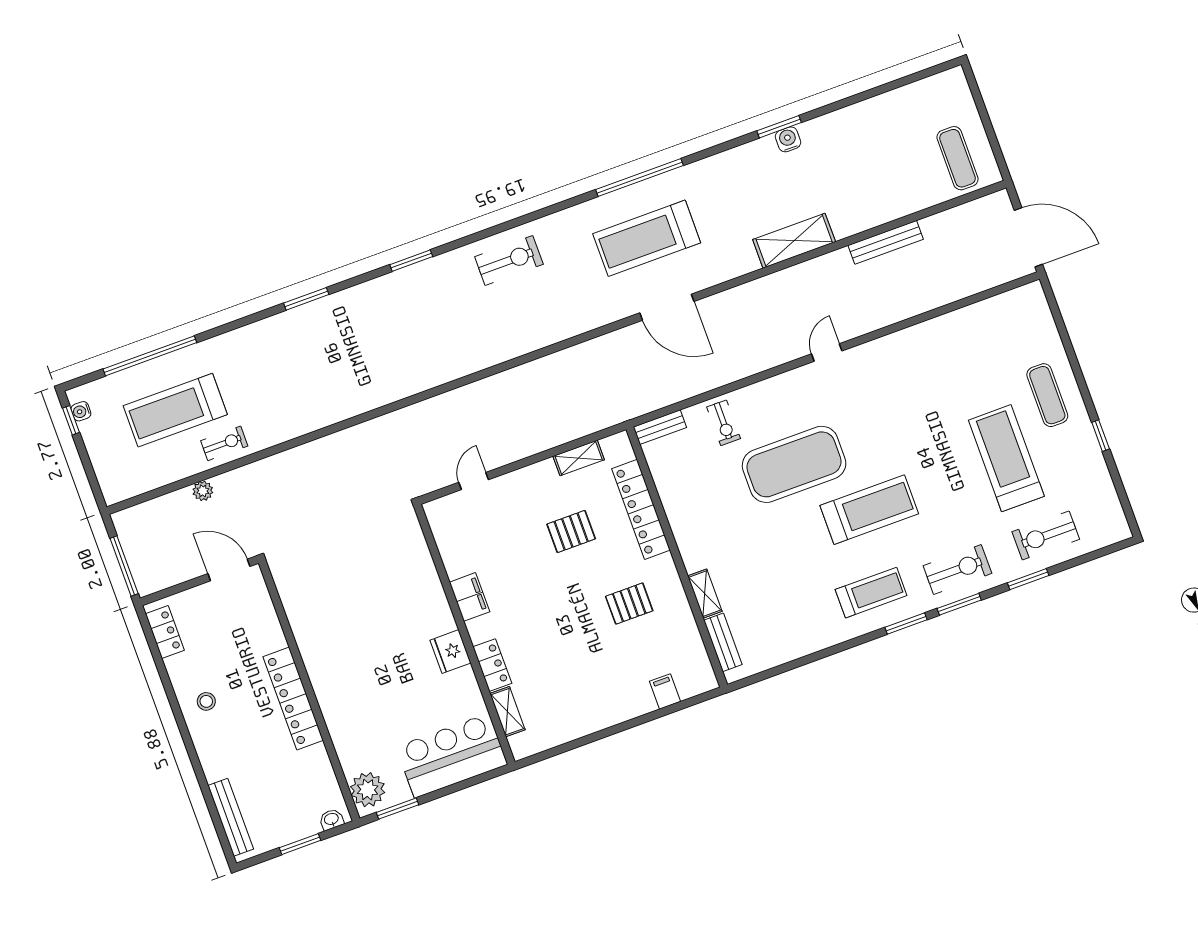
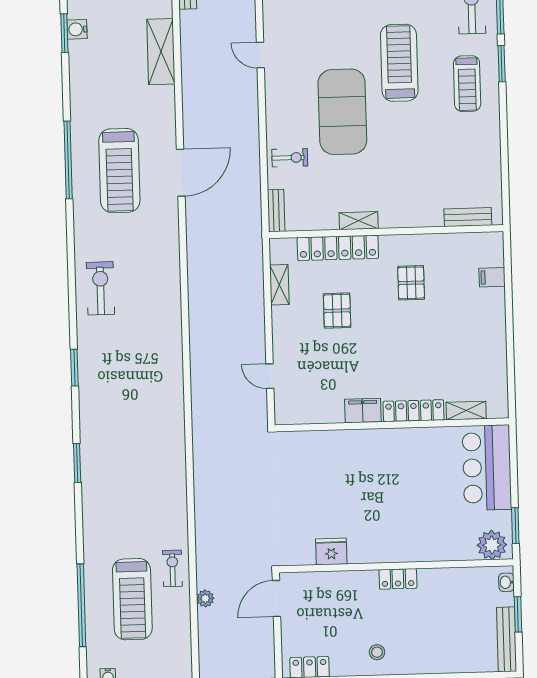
treadmill: (871, 593) -> (467, 84), turned 180
shelving: (705, 594) -> (359, 221), moved
fridge: (450, 652) -> (331, 552), moved, turned 180
locker: (492, 665) -> (414, 411), width x1.53
locker: (293, 699) -> (398, 579), width x0.46, depth x0.83
bench: (231, 817) -> (507, 639), moved, turned 90

